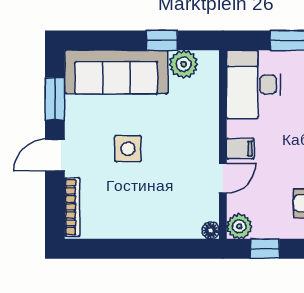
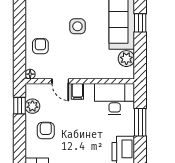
window: (162, 40) -> (140, 23), moved
armchair: (162, 213) -> (40, 46), added
plant: (239, 226) -> (32, 106), moved

